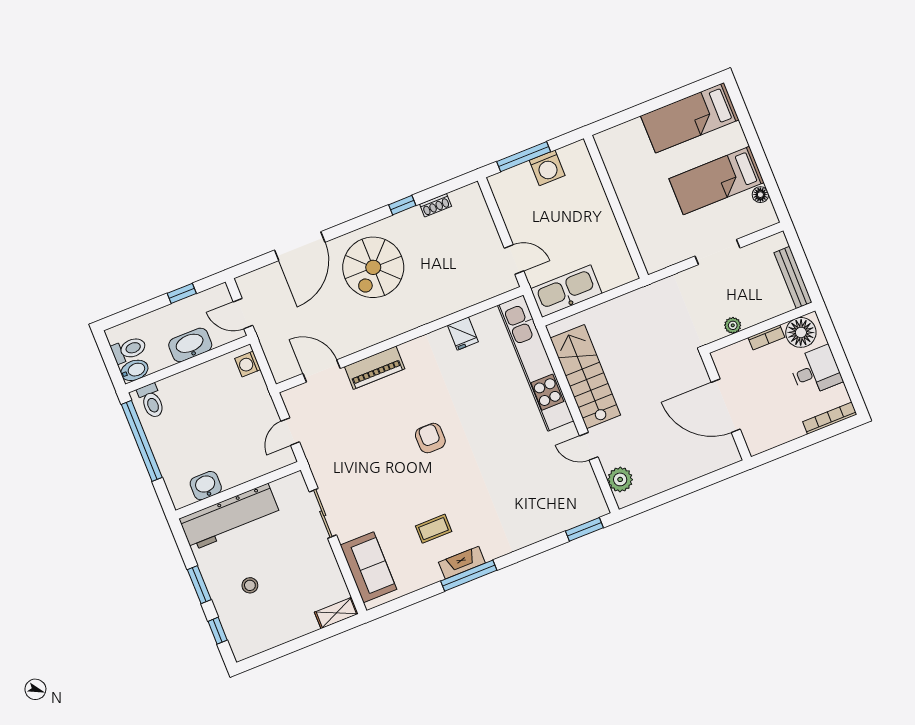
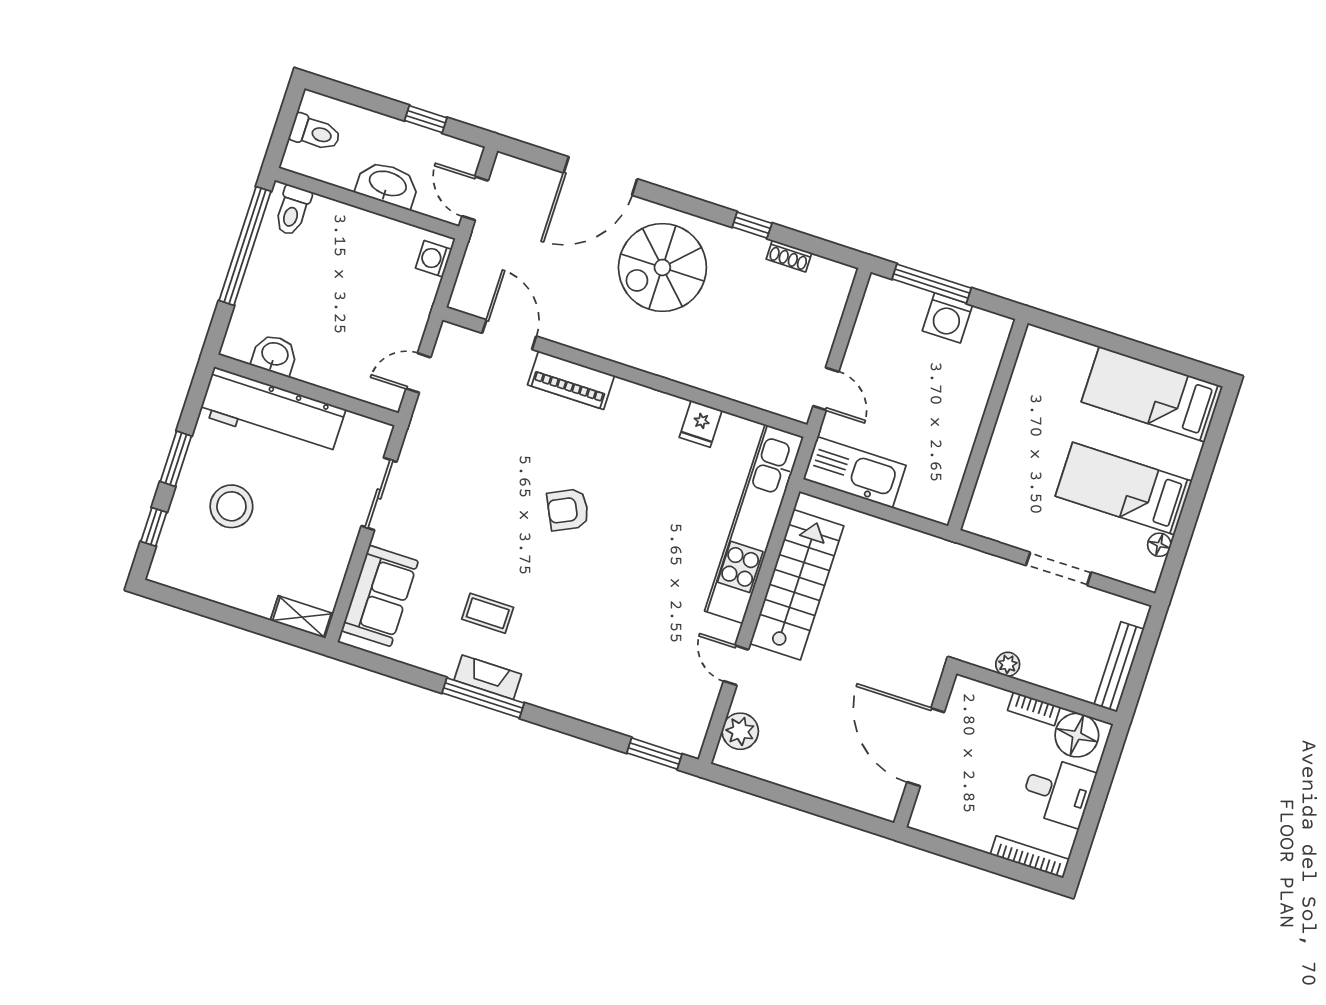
bidet: (134, 370) -> (302, 161), removed
armchair: (430, 438) -> (568, 510), turned -116
stool: (250, 585) -> (231, 506), width x1.89, depth x1.89

